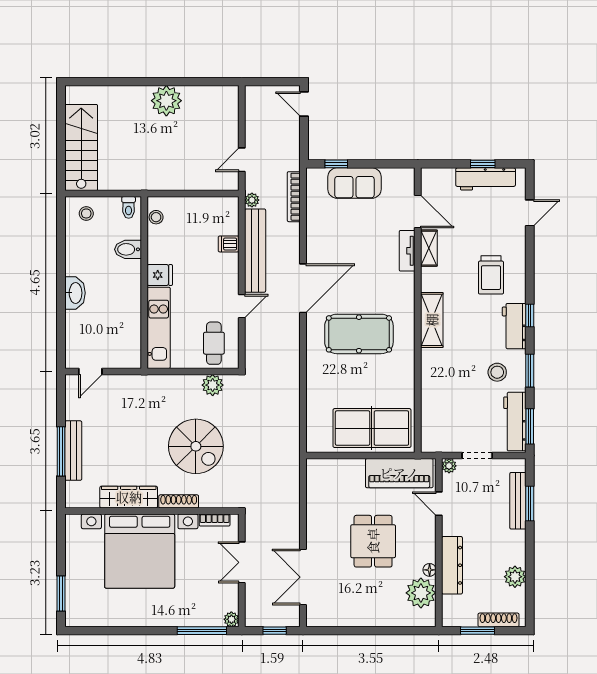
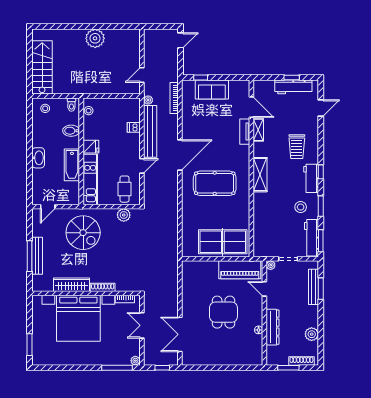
door: (304, 104) -> (181, 40), swing flipped
bathtub: (129, 304) -> (72, 165), added
spiral stairs: (196, 446) -> (83, 233), moved
plant: (421, 593) -> (253, 344), removed

